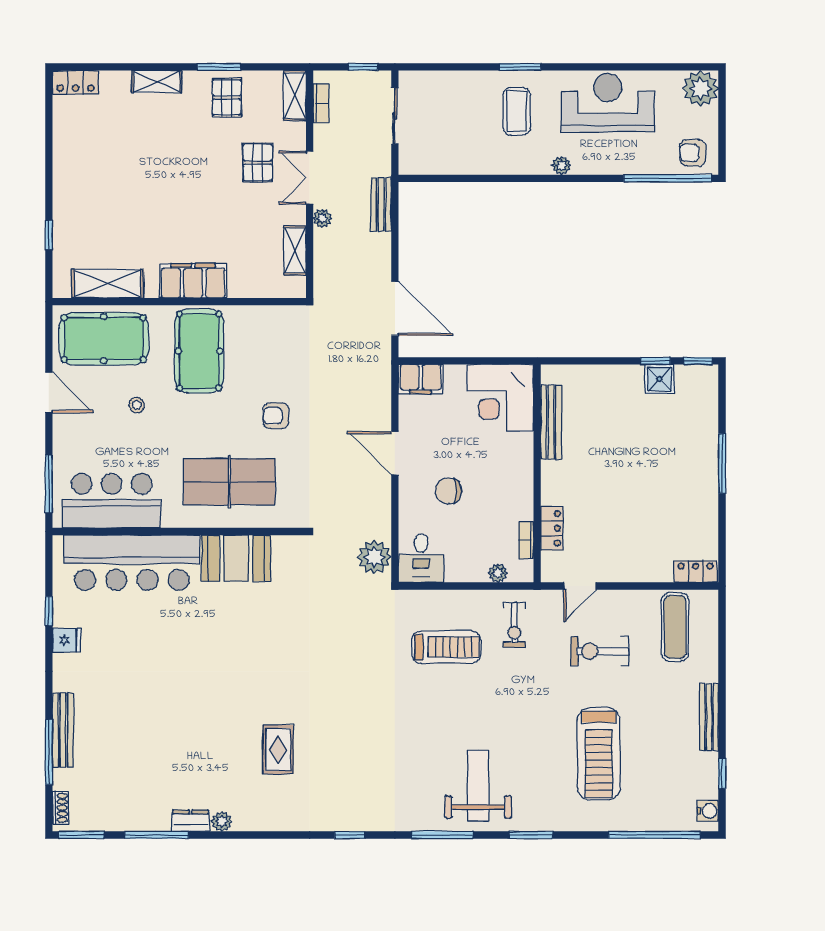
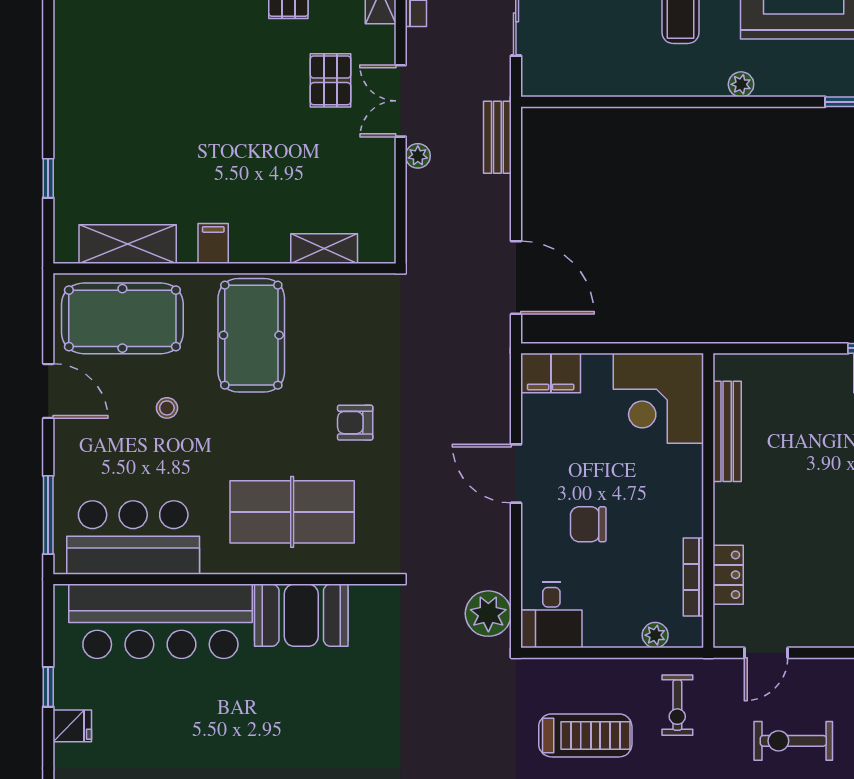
shelving: (295, 251) -> (324, 249), moved, turned 90
filing cabinet: (193, 281) -> (213, 243), width x0.33, depth x0.86
bookcase: (526, 540) -> (693, 577), width x1.56

